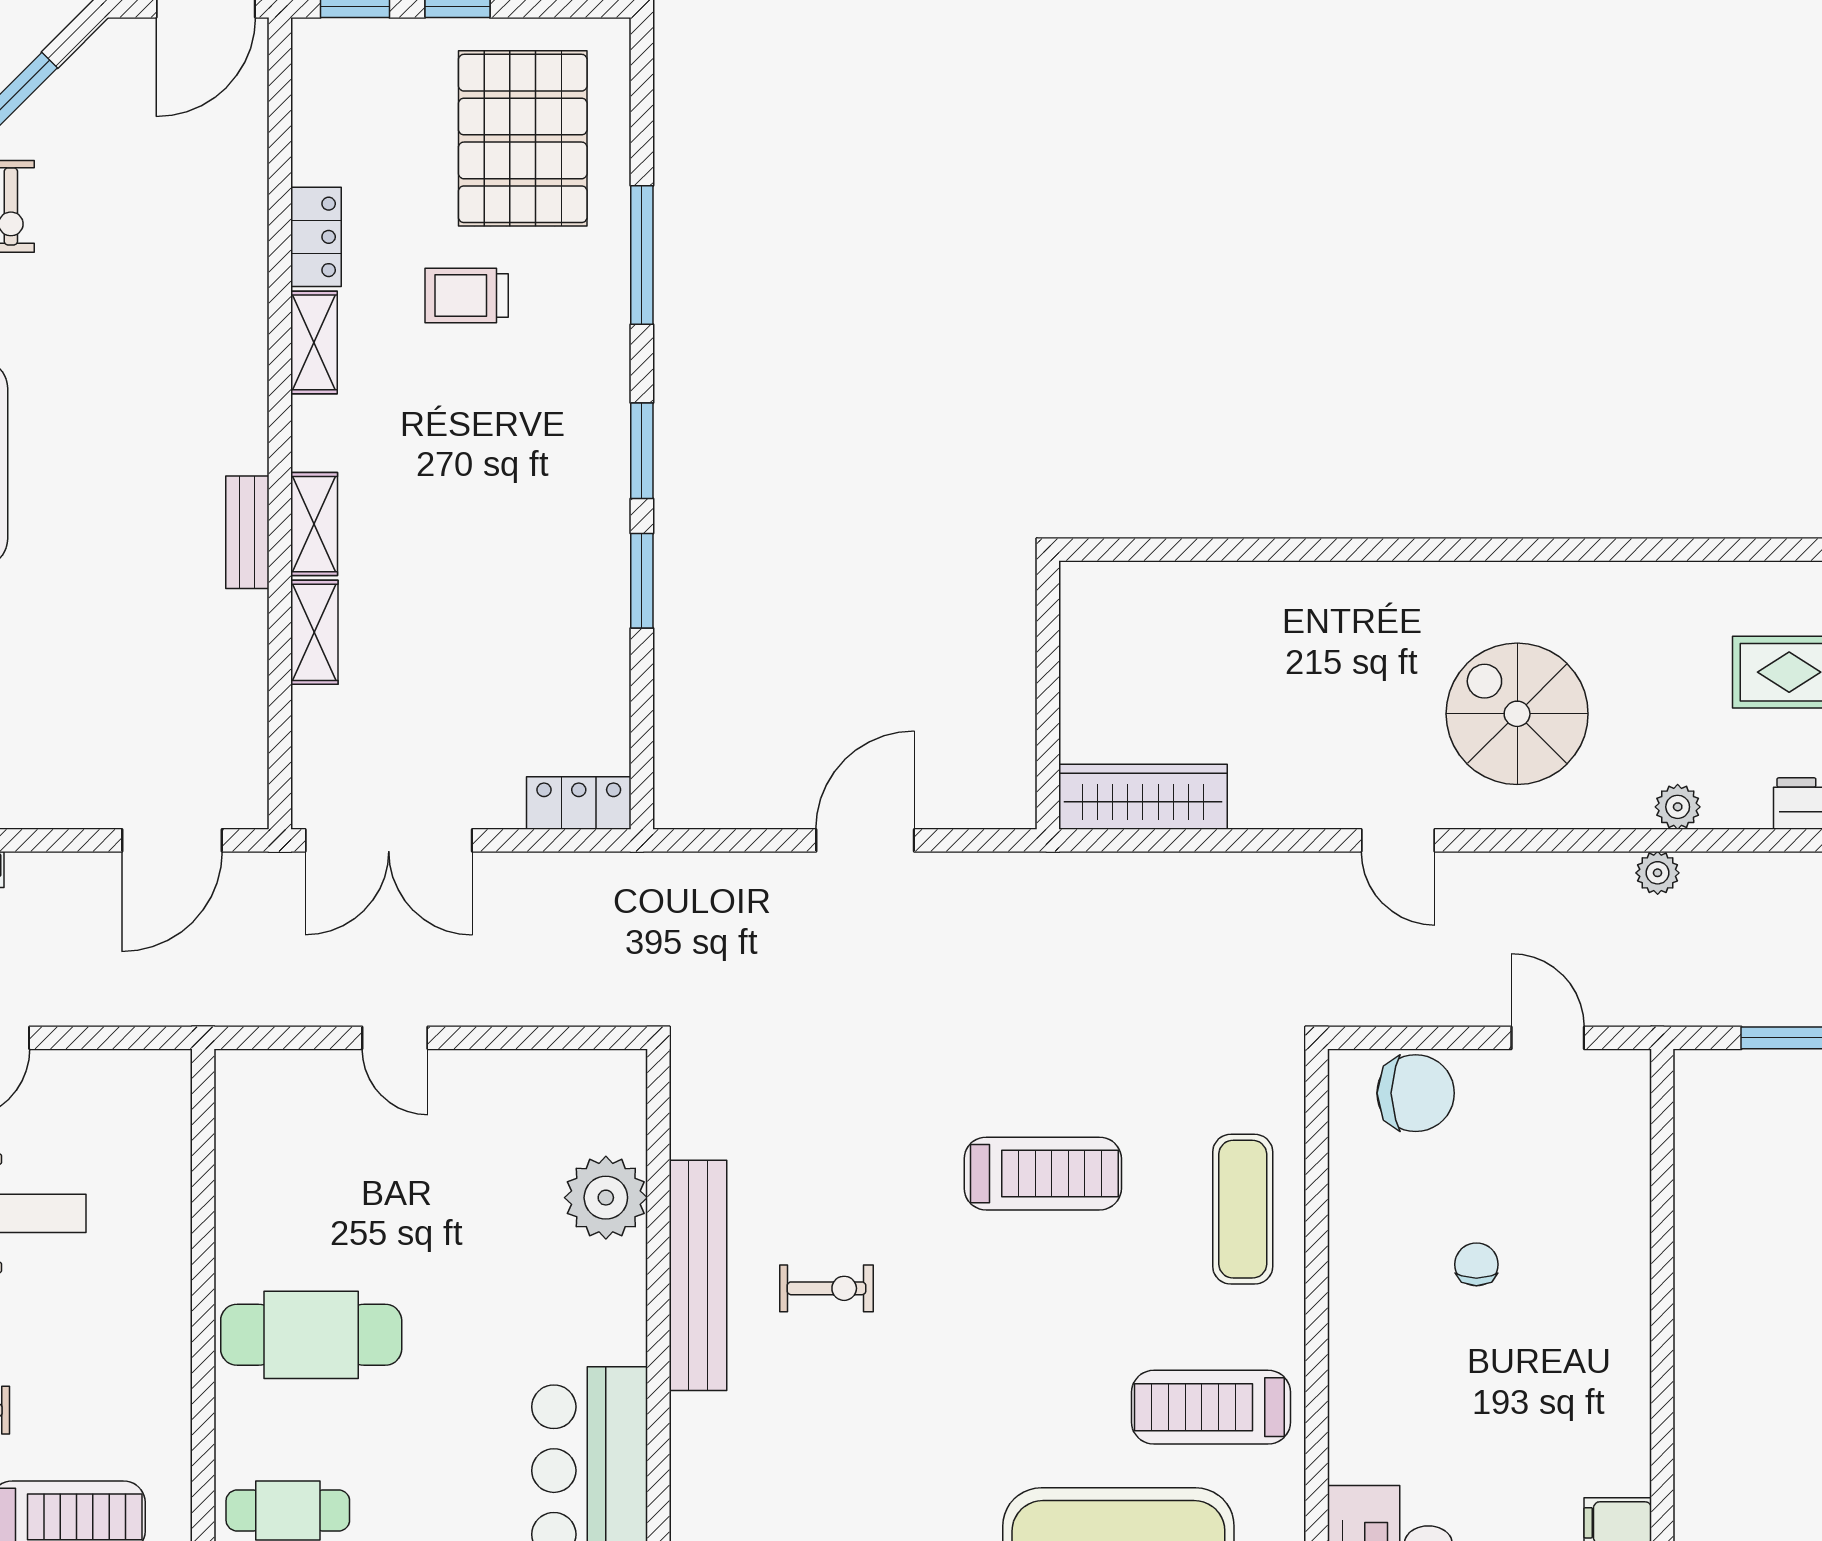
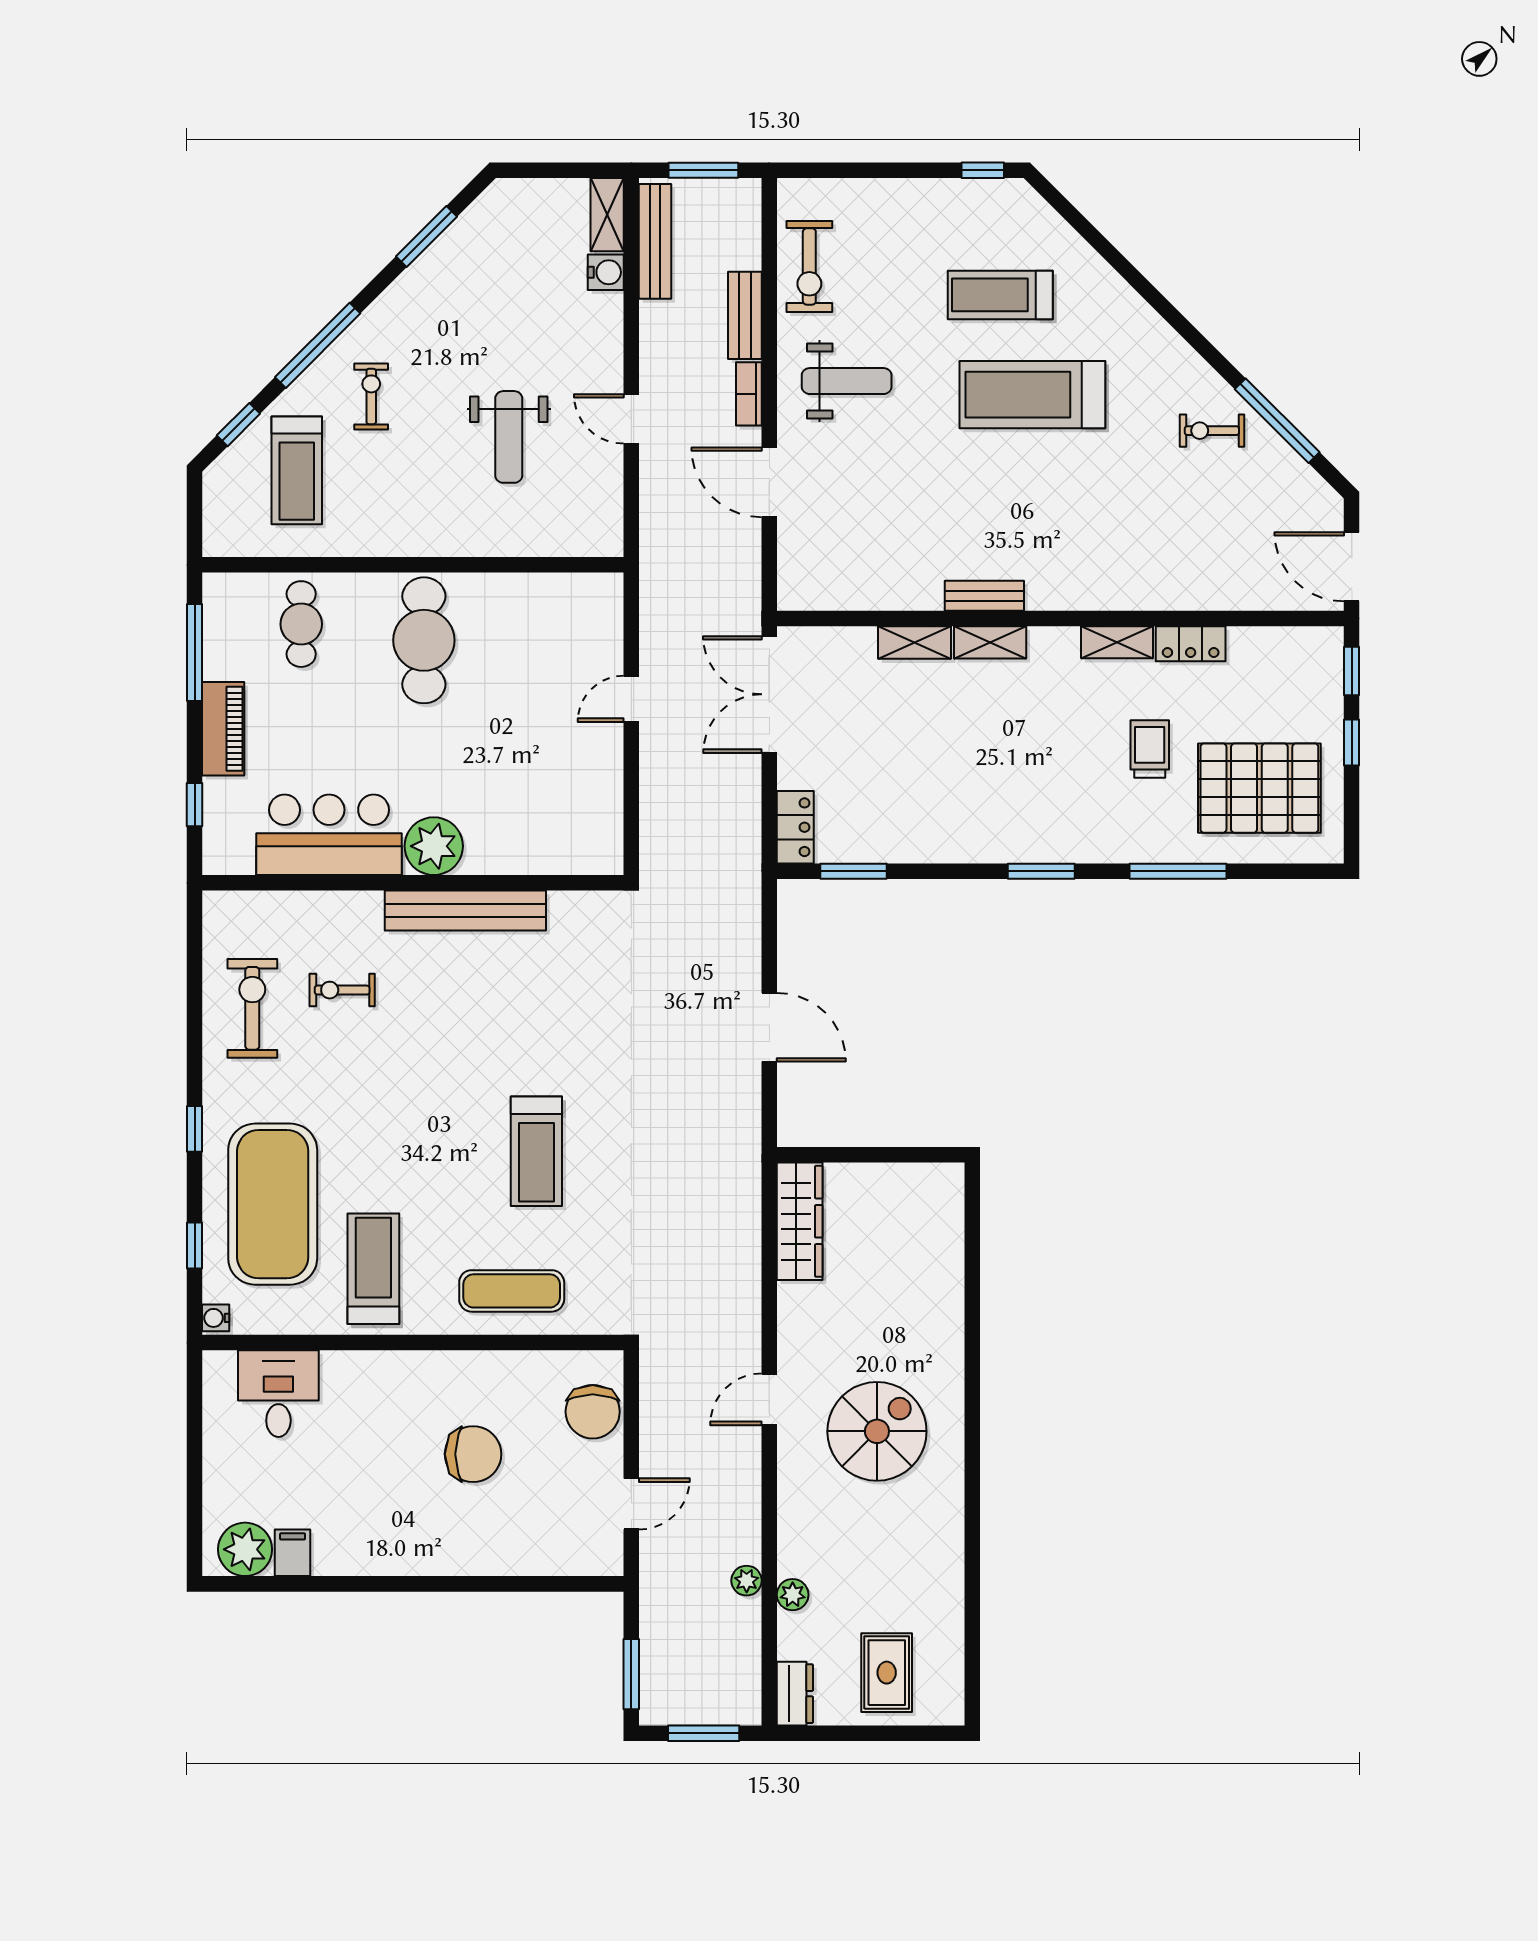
window: (642, 581) -> (853, 871), moved
spiral stairs: (1517, 714) -> (877, 1431), moved
door: (172, 840) -> (769, 482), moved
plant: (606, 1198) -> (434, 846), moved
chair: (1476, 1264) -> (473, 1454), width x1.87, depth x1.87
exercise bike: (826, 1288) -> (342, 990), moved, turned 90

